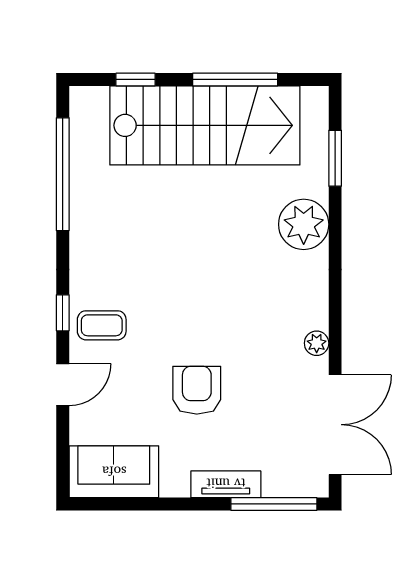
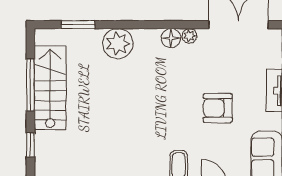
stairs: (205, 125) -> (50, 88), width x0.73, depth x0.66
floor lamp: (313, 313) -> (171, 38), added

